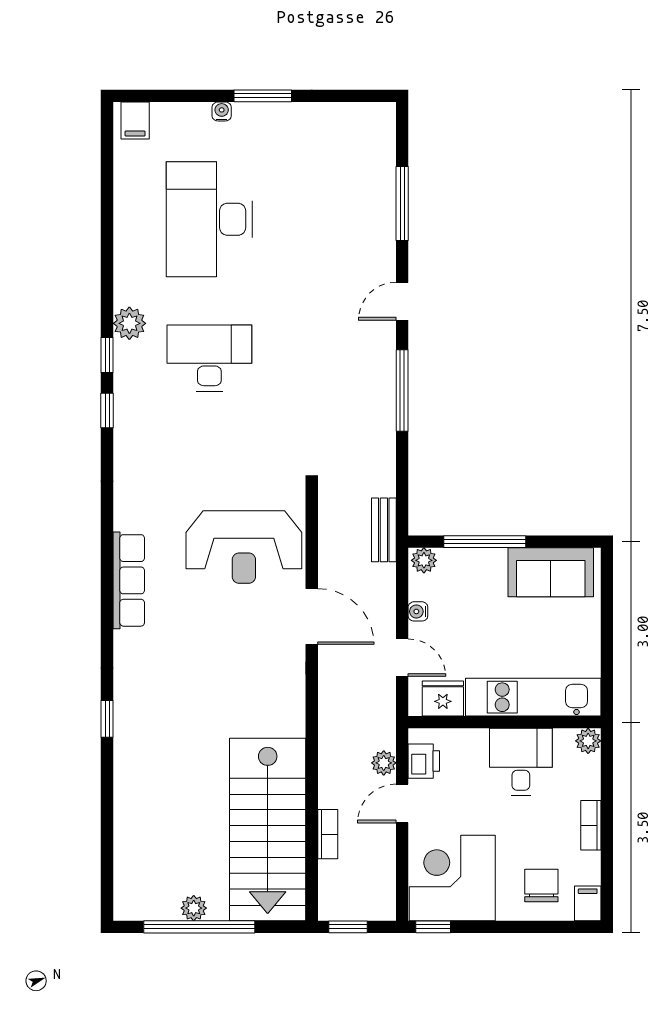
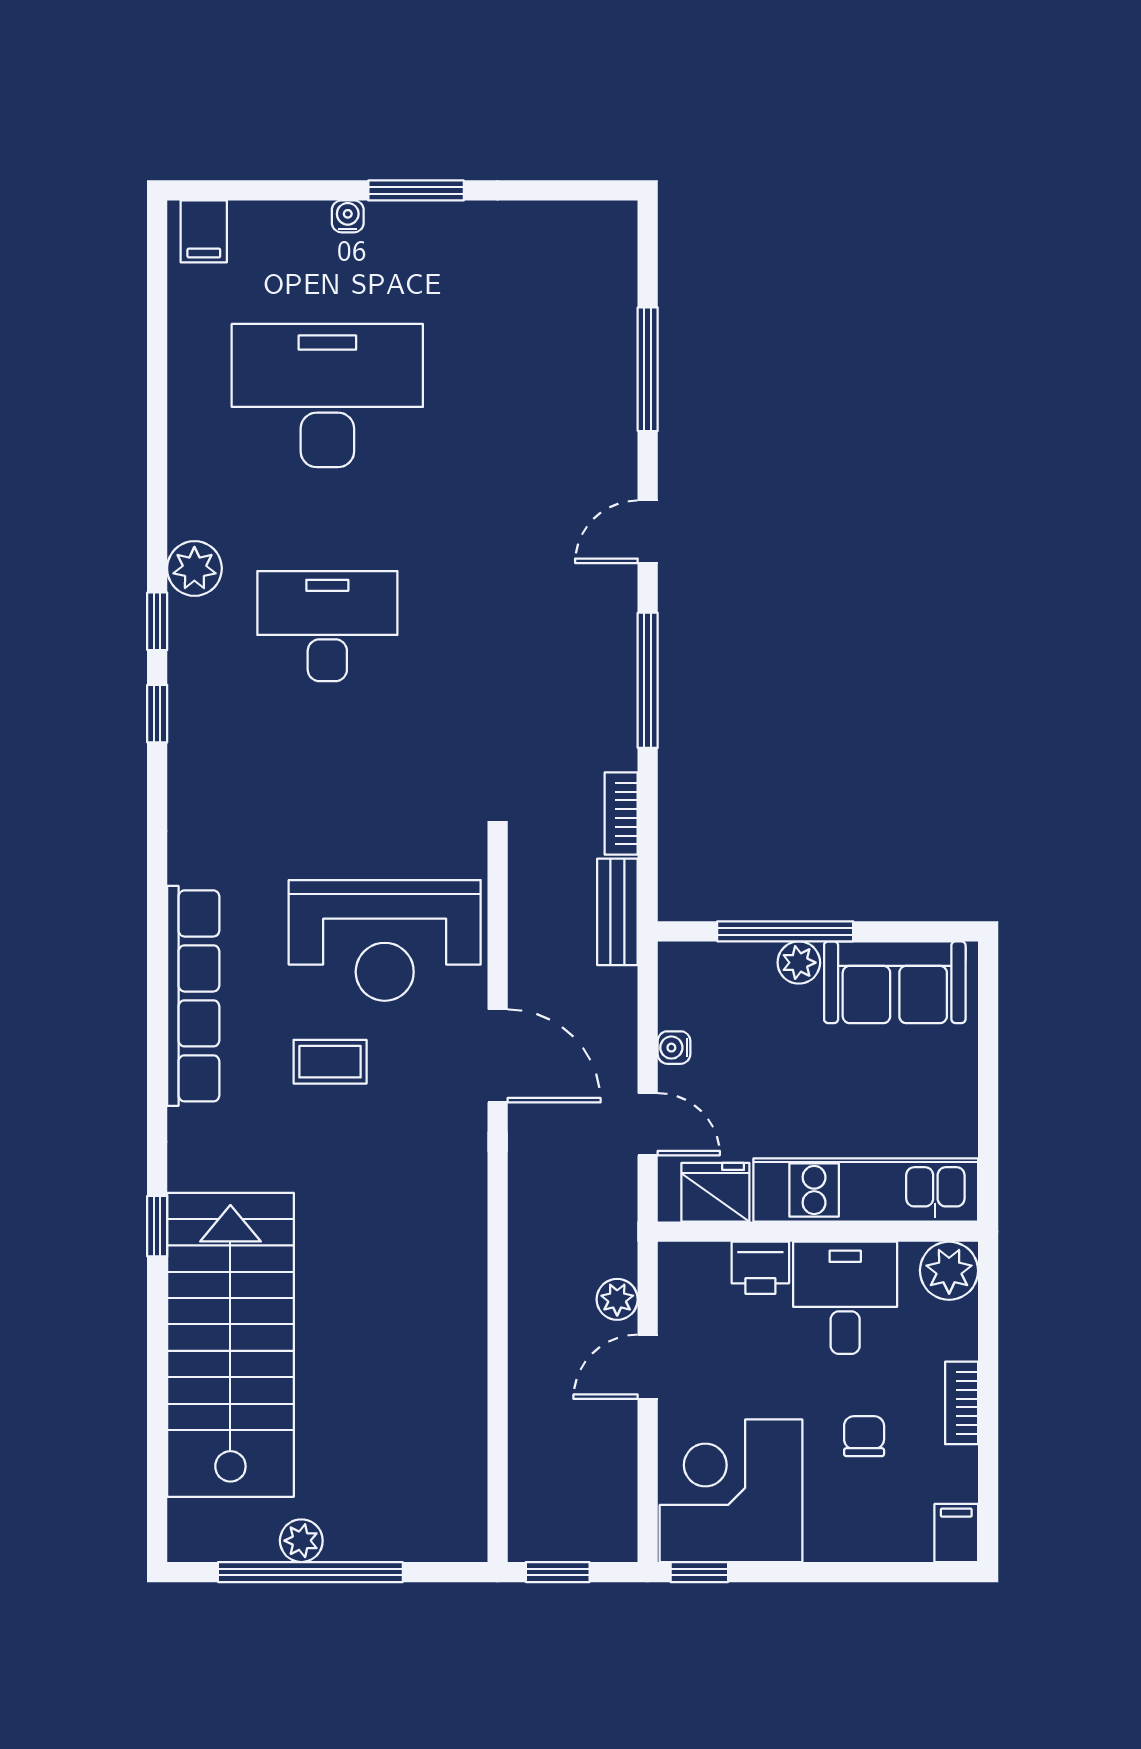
desk: (209, 219) -> (327, 396), turned 90
plant: (424, 560) -> (799, 963), moved
row of seats: (129, 580) -> (193, 996), width x1.36
coffee table: (211, 620) -> (330, 1062), added
plant: (588, 741) -> (949, 1271), width x1.38, depth x1.38
printer: (424, 761) -> (760, 1268), moved, turned 90
stairs: (268, 830) -> (230, 1345), moved, turned 180
bookcase: (328, 834) -> (621, 814), moved, turned 180
chair: (541, 886) -> (864, 1436), moved, width x0.73, depth x0.73

